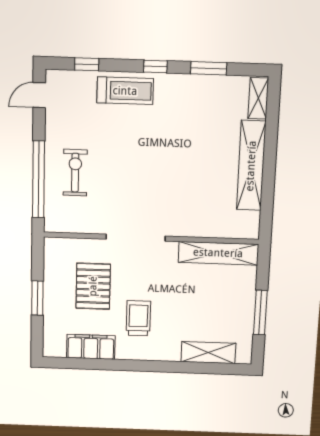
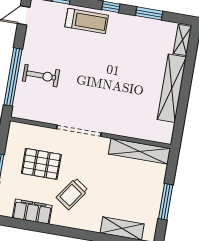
exercise bike: (75, 173) -> (41, 76), turned 90
pallet: (93, 286) -> (41, 164), turned 90
trolley: (138, 318) -> (72, 194), turned -145

